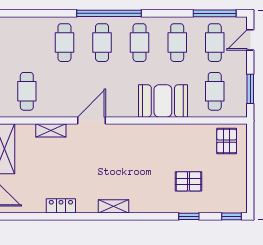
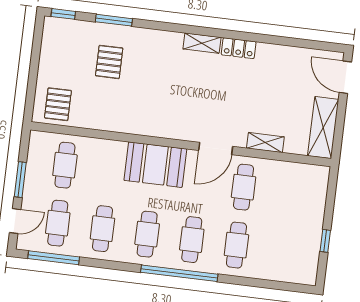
window: (250, 89) -> (20, 180), moved
cafe table: (27, 91) -> (244, 187), moved
booth: (163, 101) -> (155, 165), moved
pallet: (189, 181) -> (109, 62), turned 90
locker: (61, 206) -> (239, 48), moved
window: (189, 216) -> (114, 20), width x1.50

